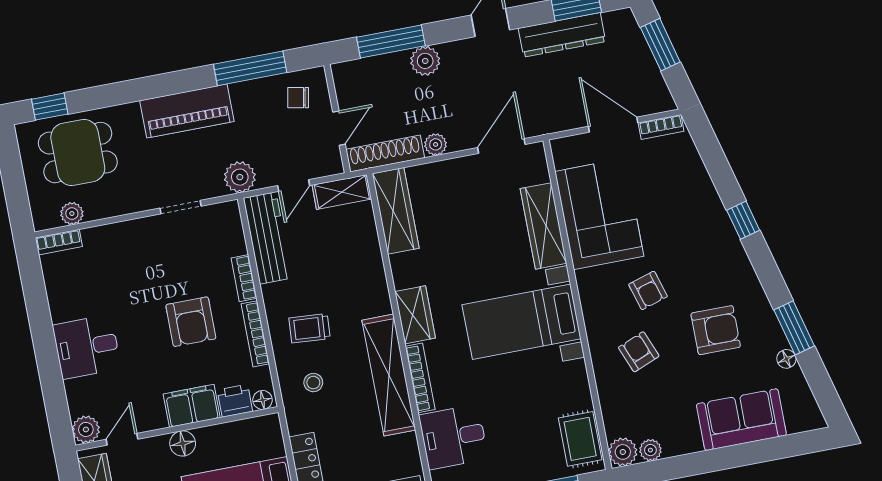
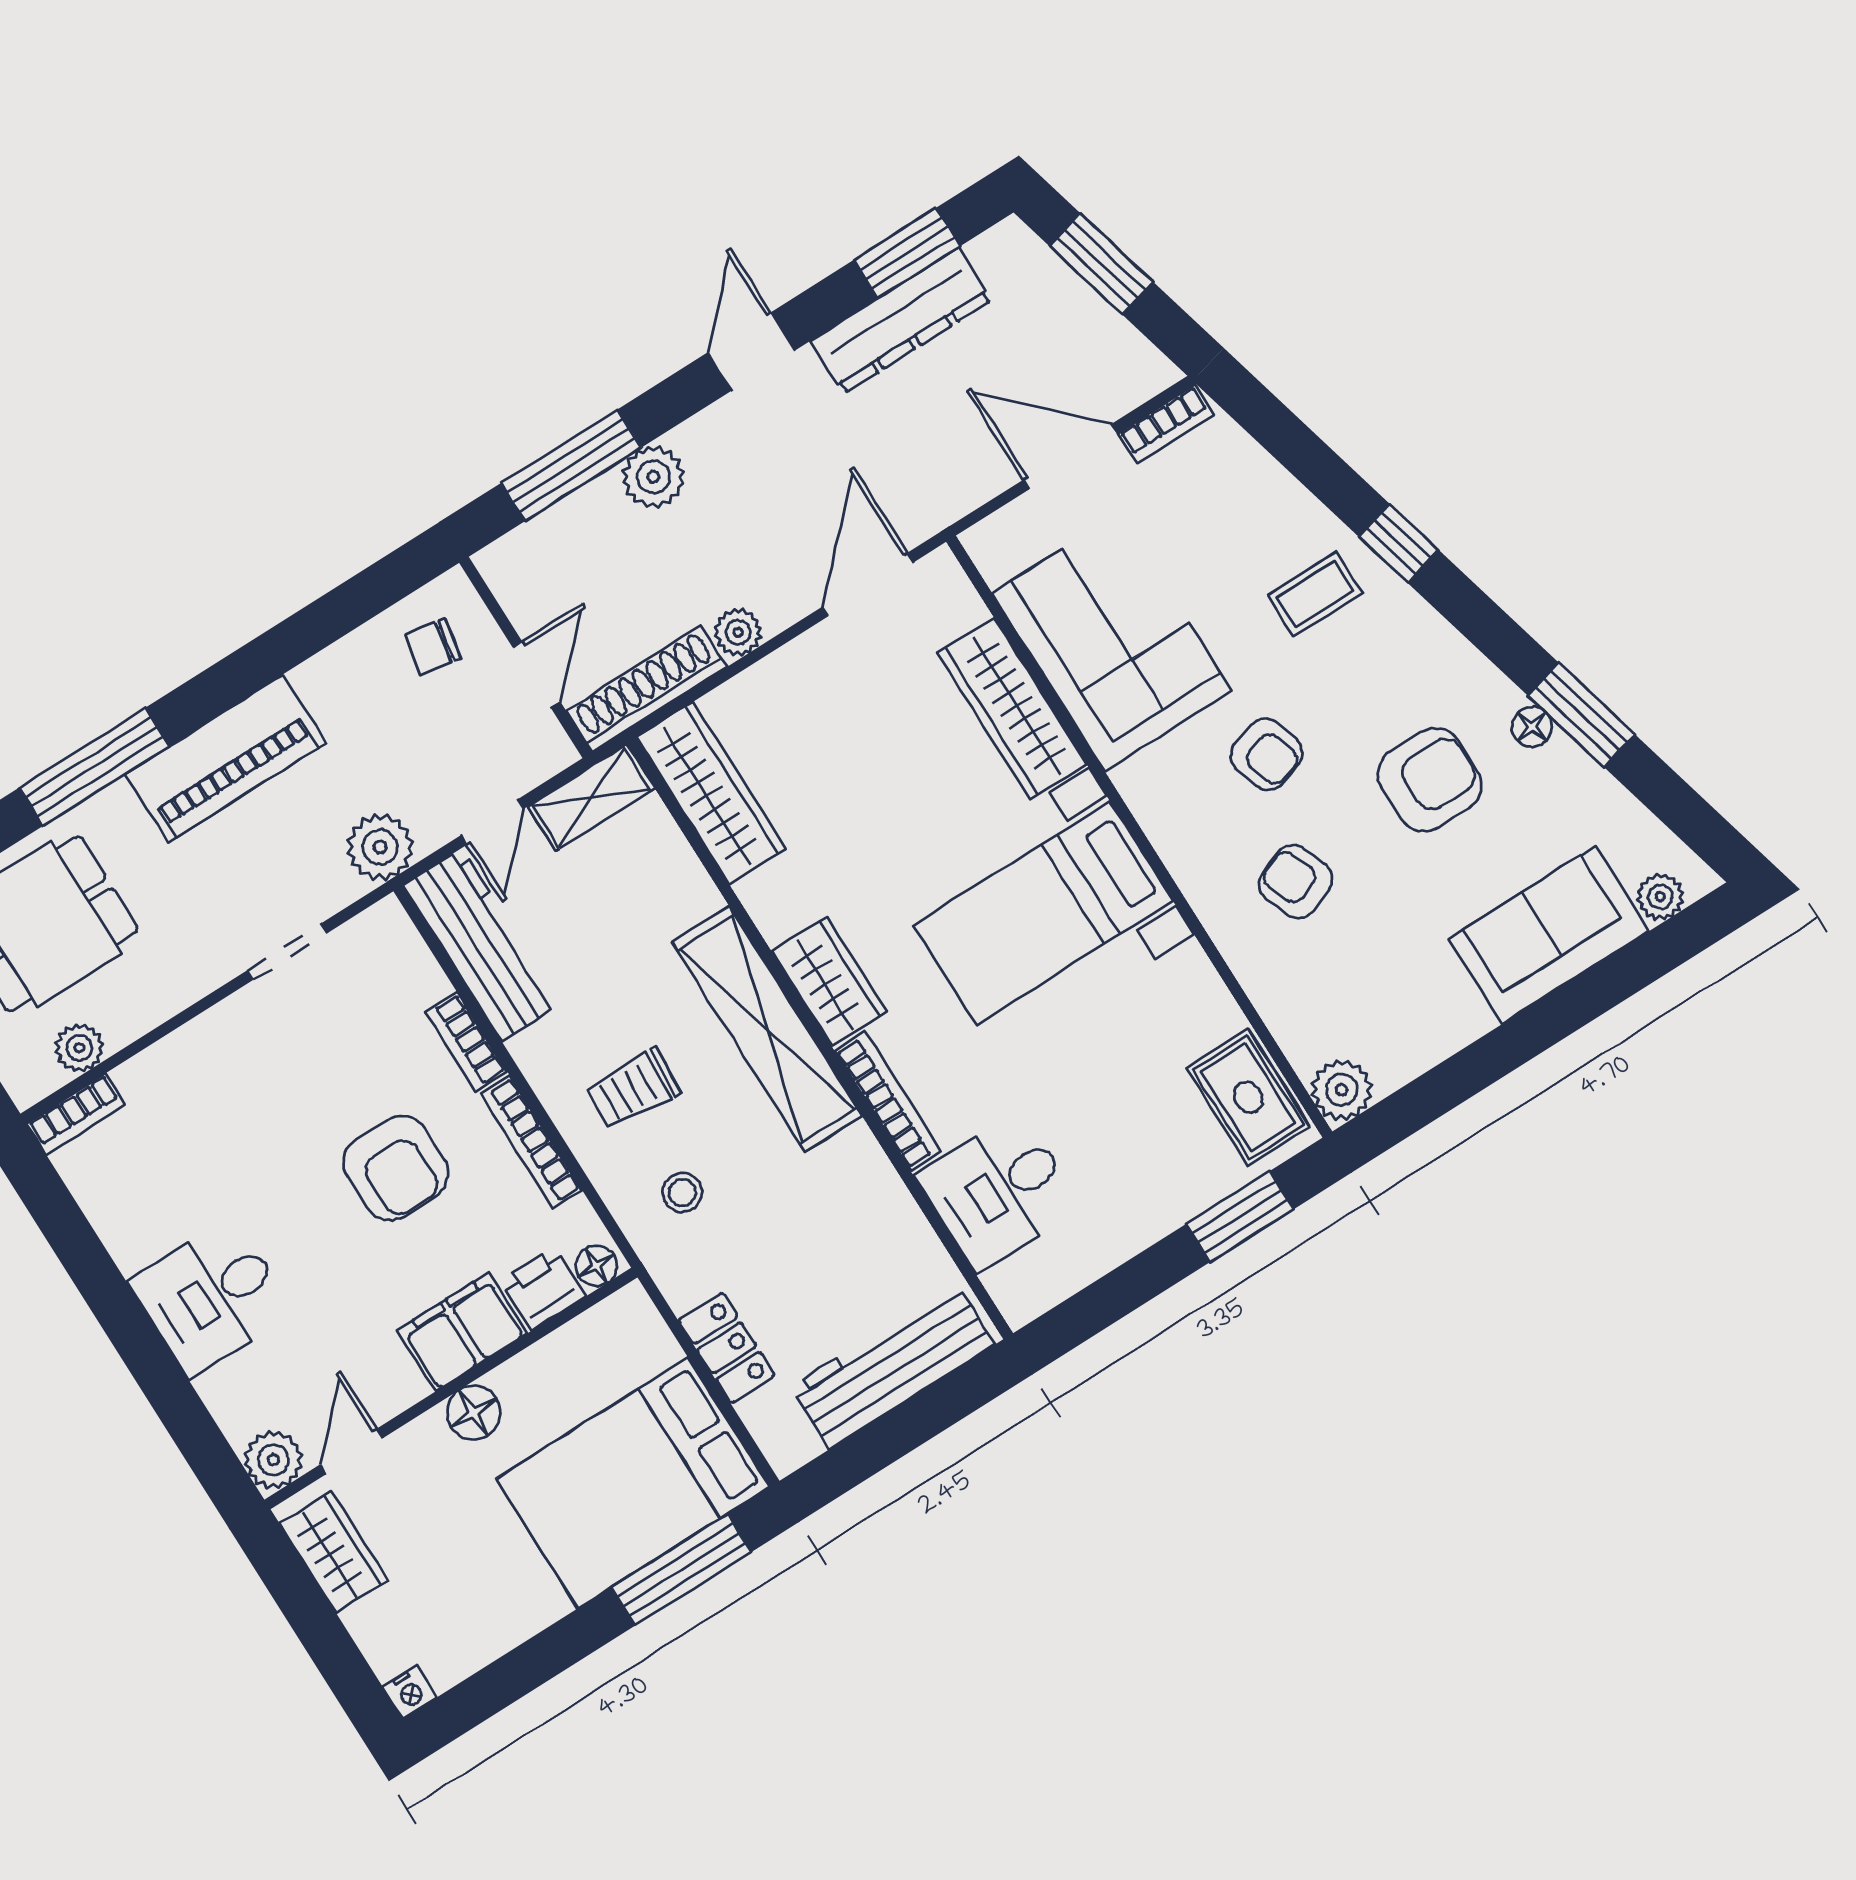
window: (250, 68) -> (94, 767), moved
coffee table: (697, 228) -> (1315, 594), added
floor lamp: (786, 359) -> (1532, 727), moved
shelving: (389, 375) -> (767, 1029), moved
plant: (650, 450) -> (1660, 897), moved

